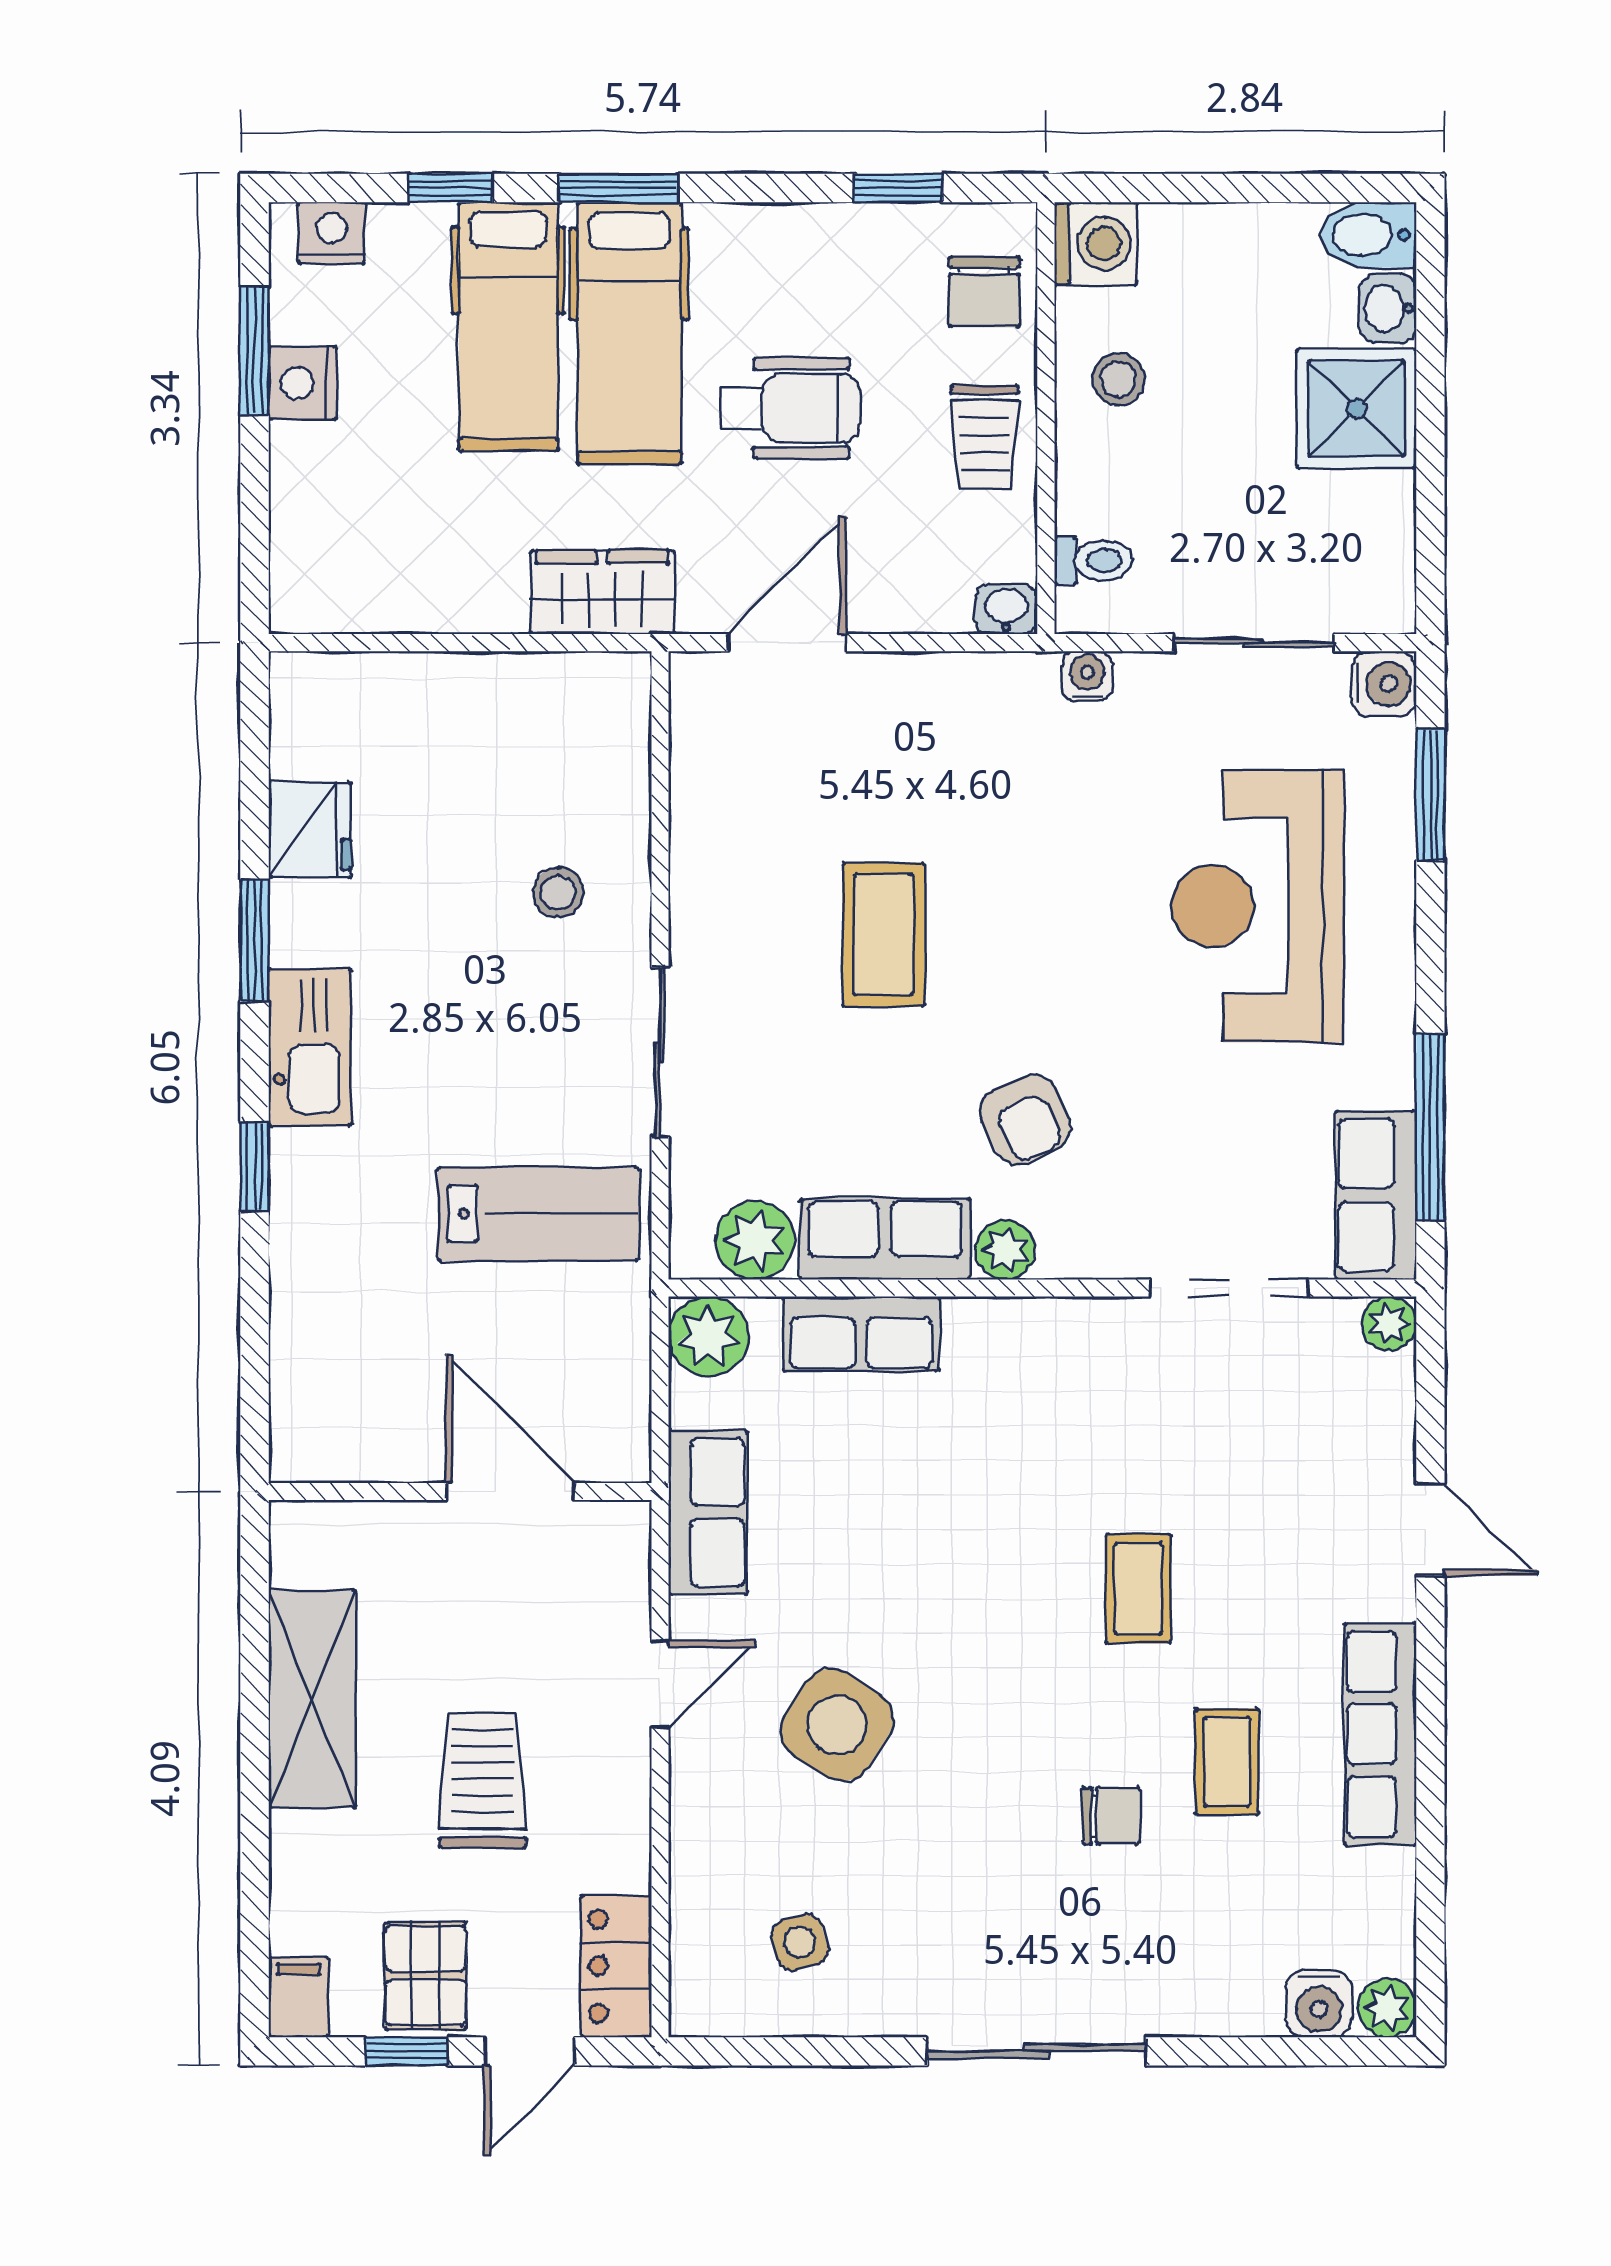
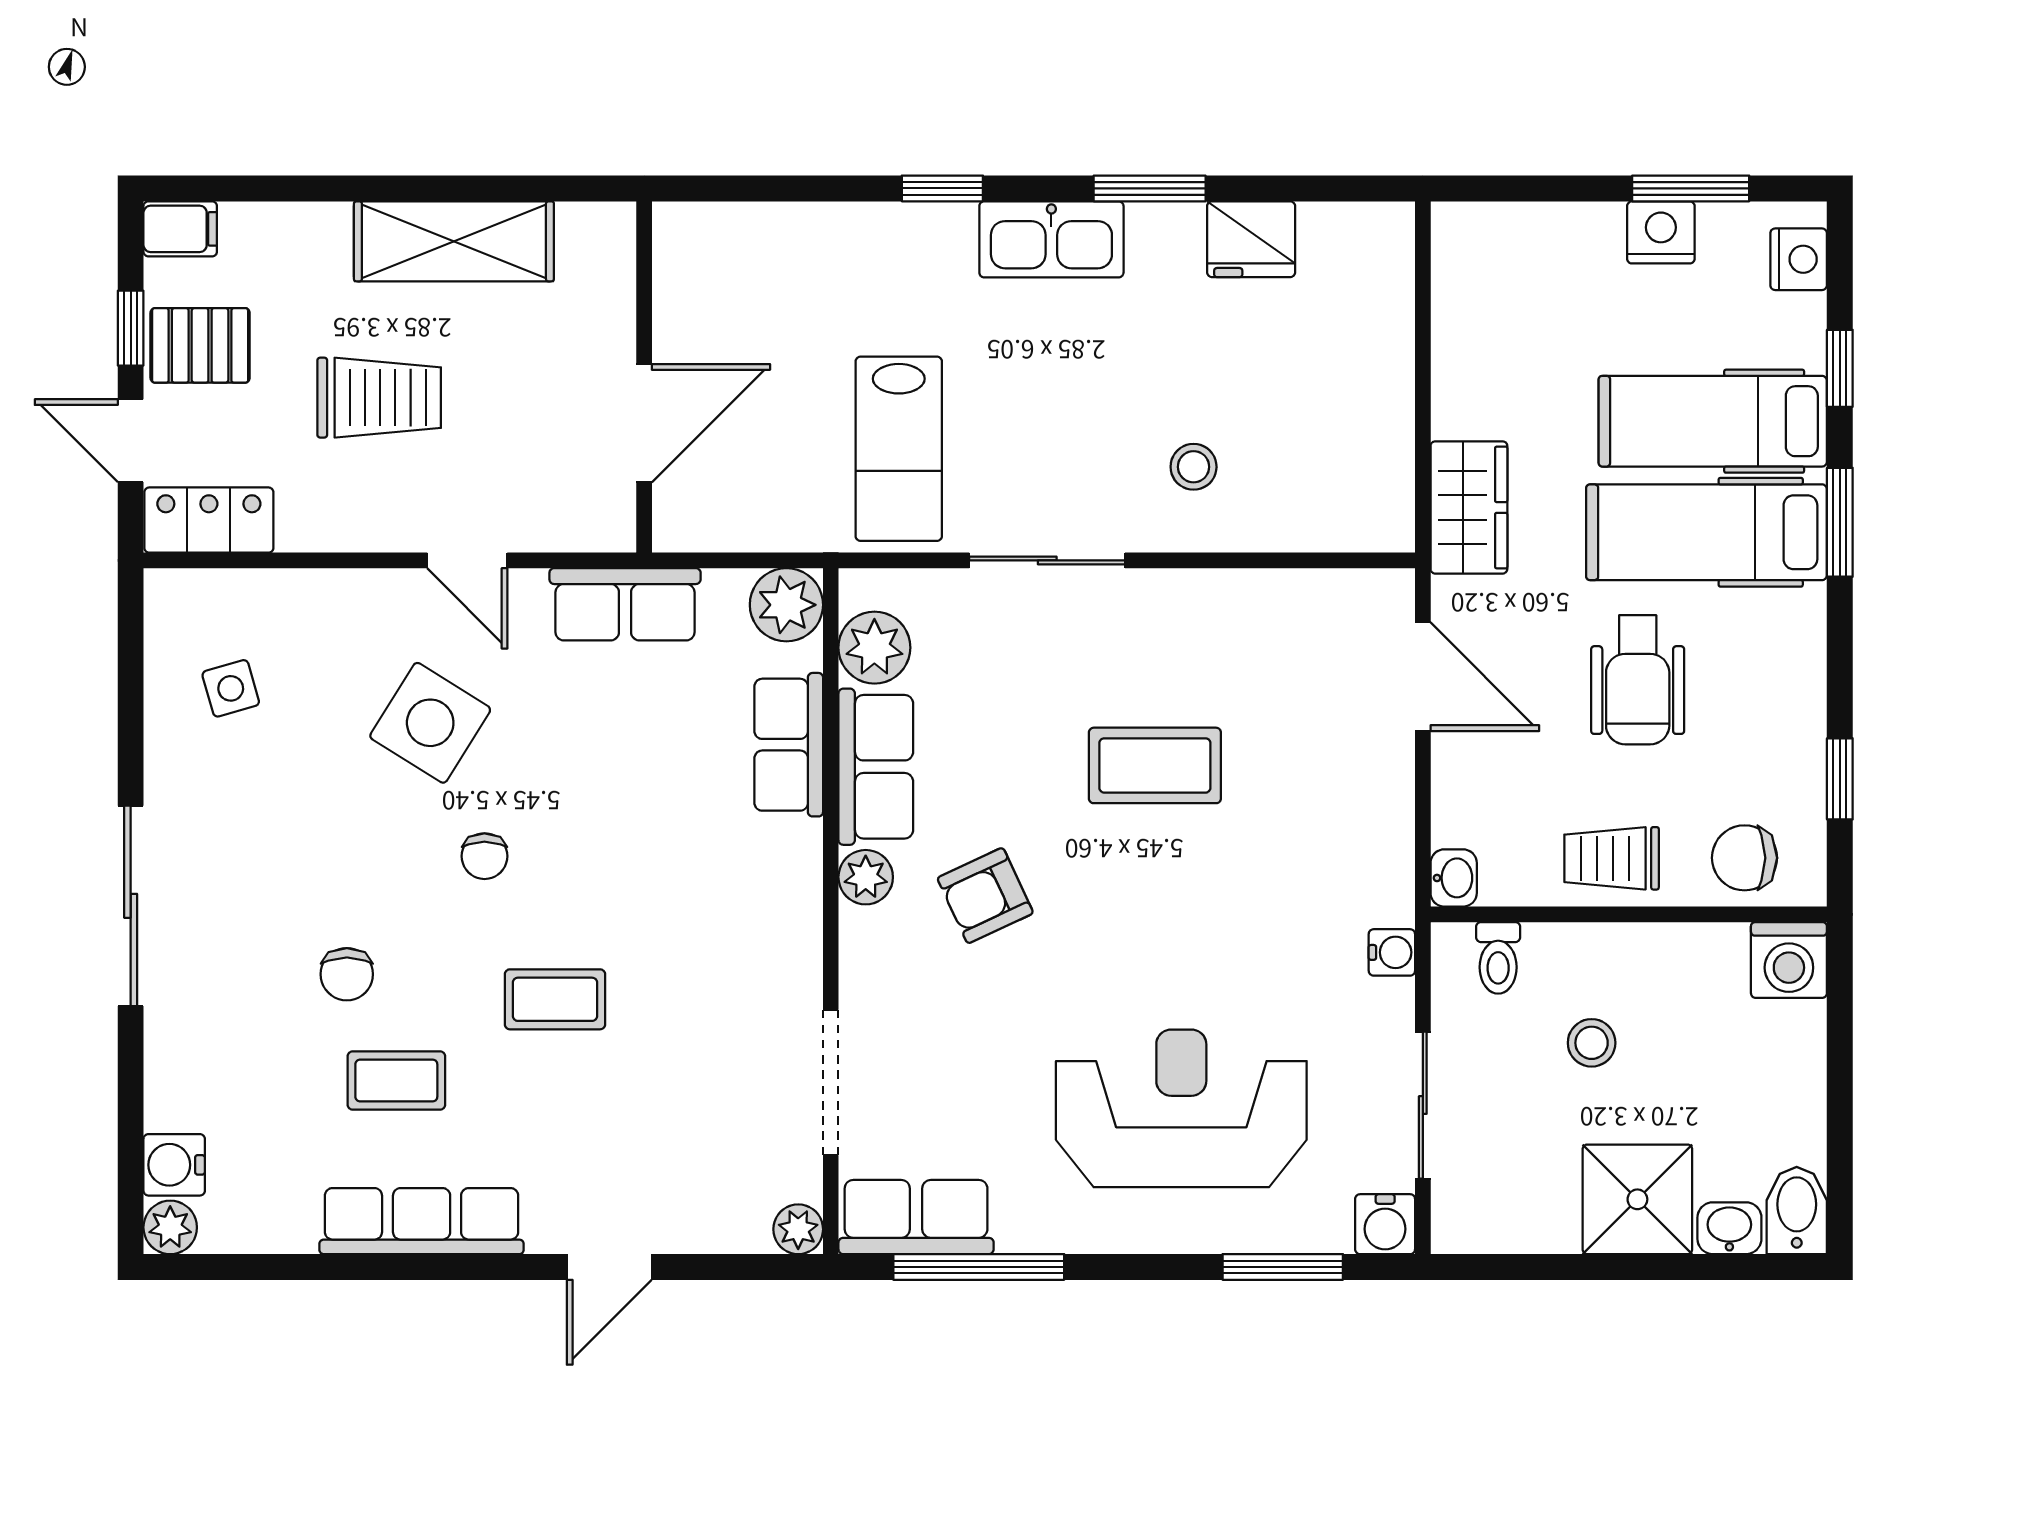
stool: (1118, 379) -> (1592, 1043), moved
chair: (982, 1666) -> (484, 856), added

